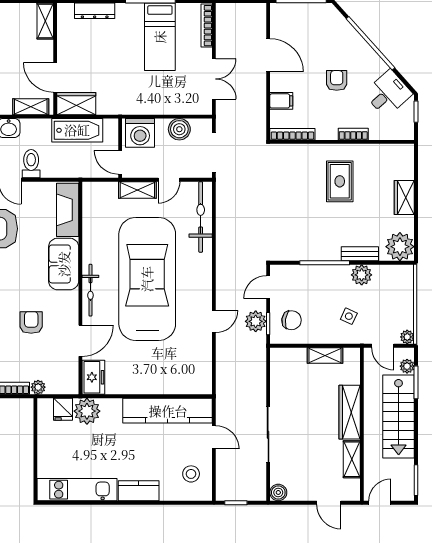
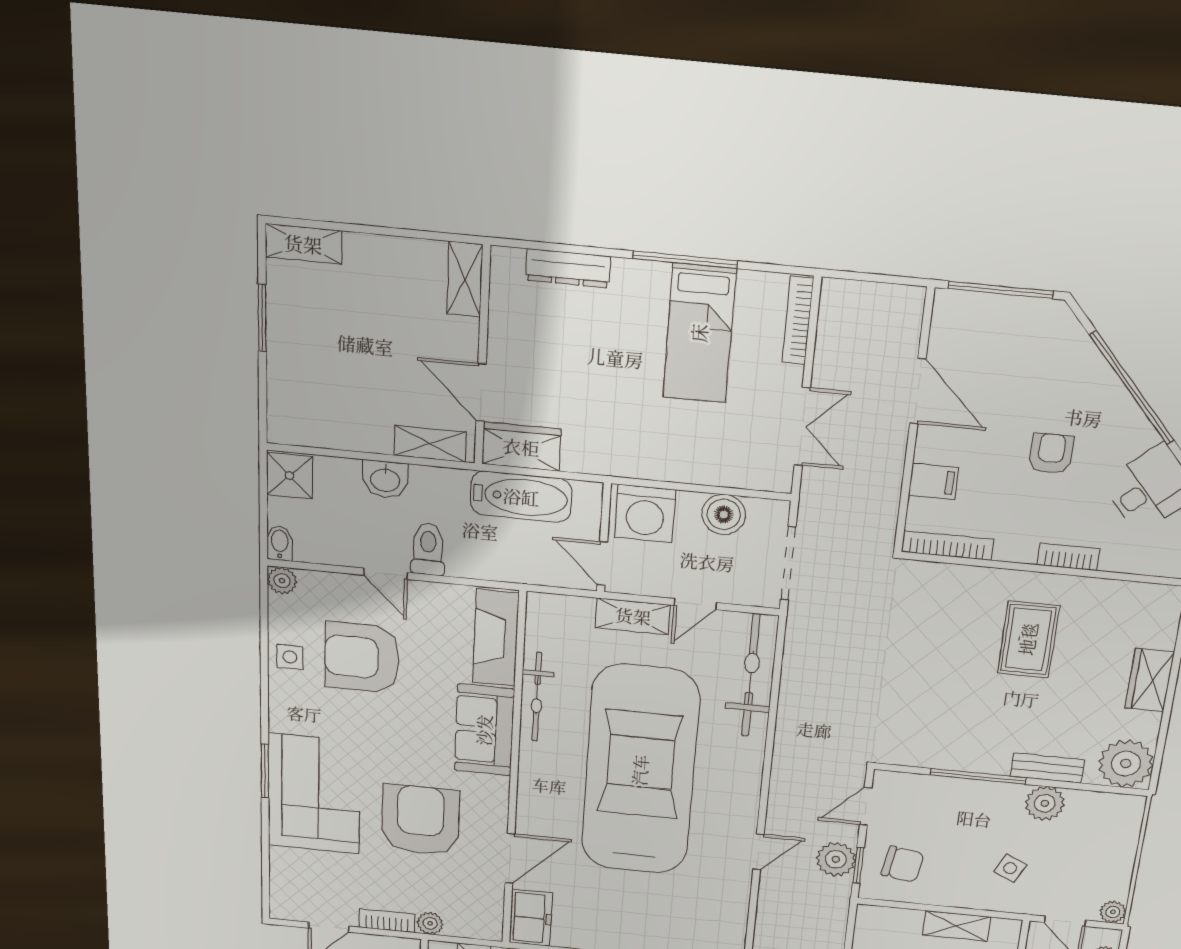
bicycle: (90, 290) -> (537, 697), moved
armchair: (31, 323) -> (420, 820), width x1.88, depth x1.88

